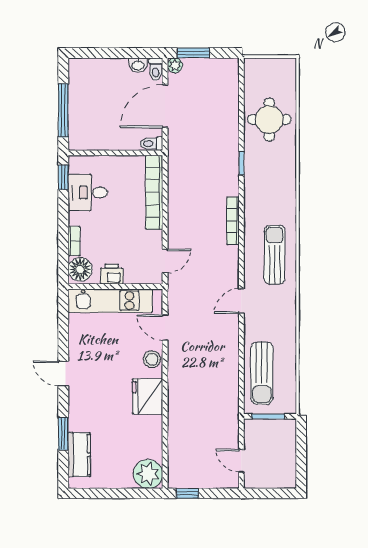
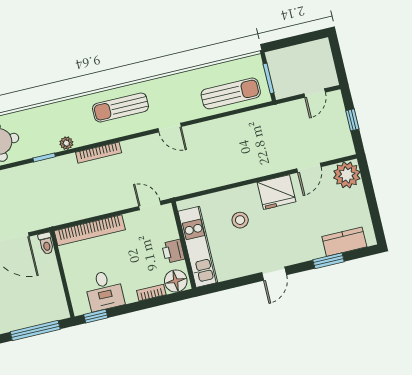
plant: (251, 190) -> (66, 143), added
door: (165, 328) -> (309, 168), moved
stool: (152, 359) -> (240, 220), moved
window: (187, 493) -> (352, 120), moved

